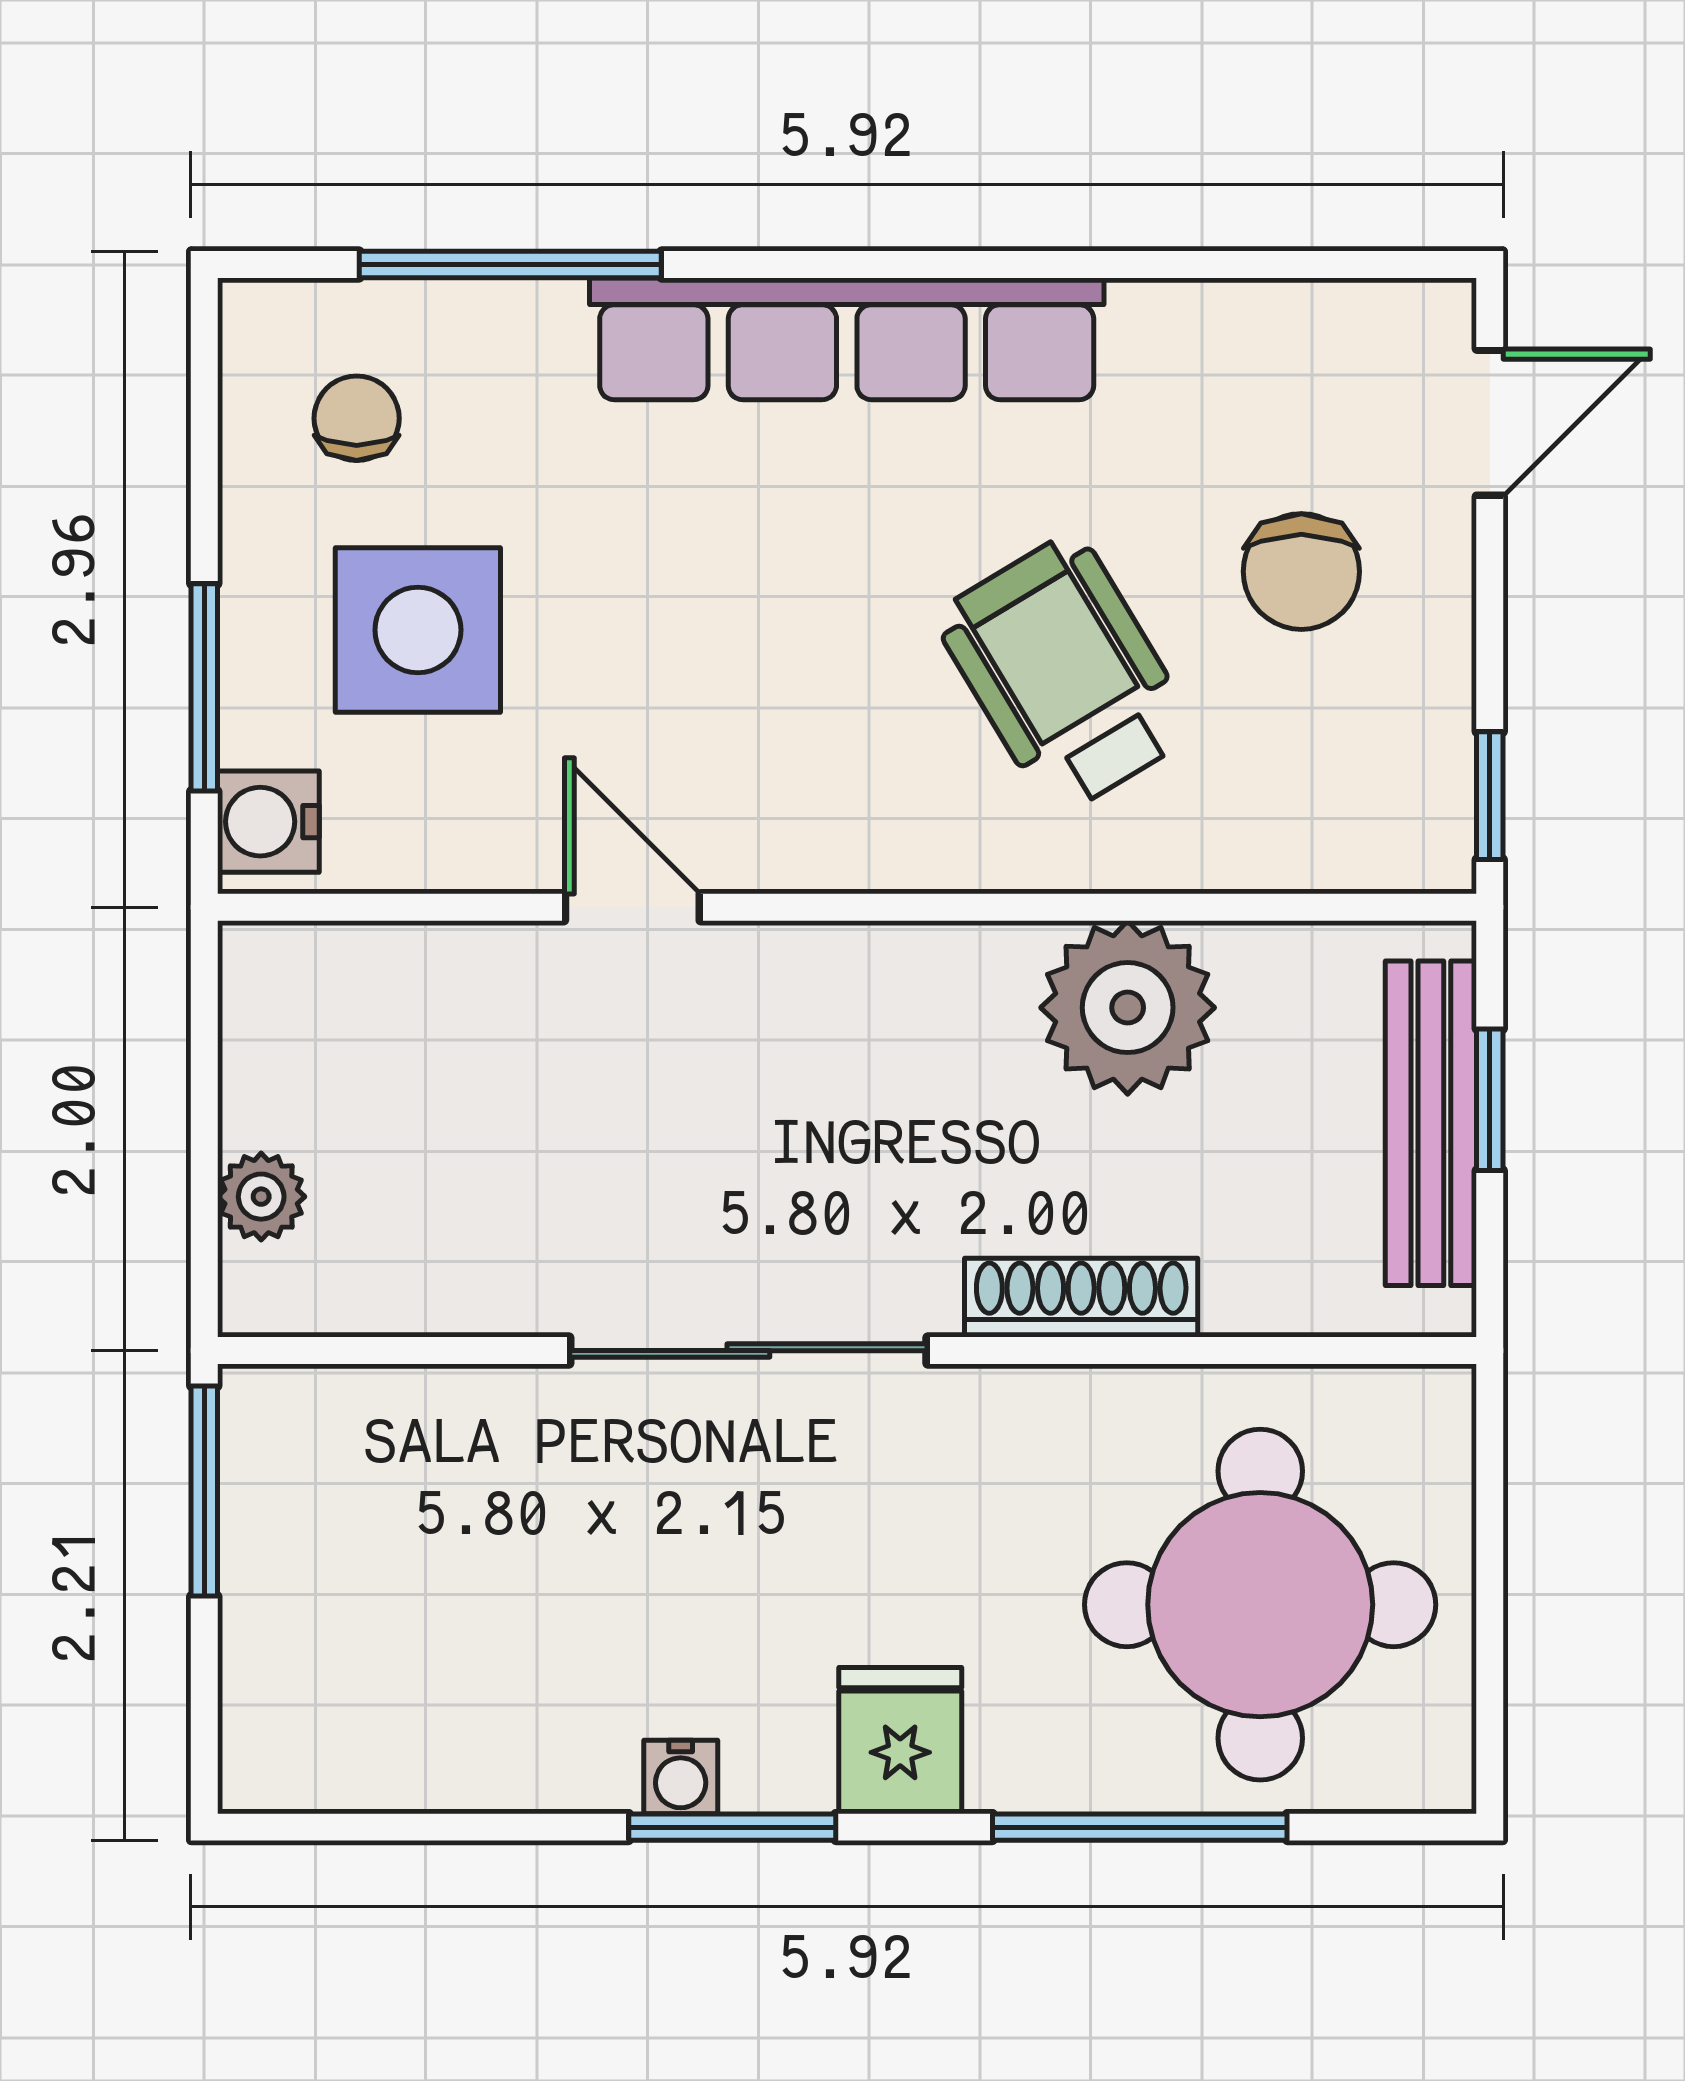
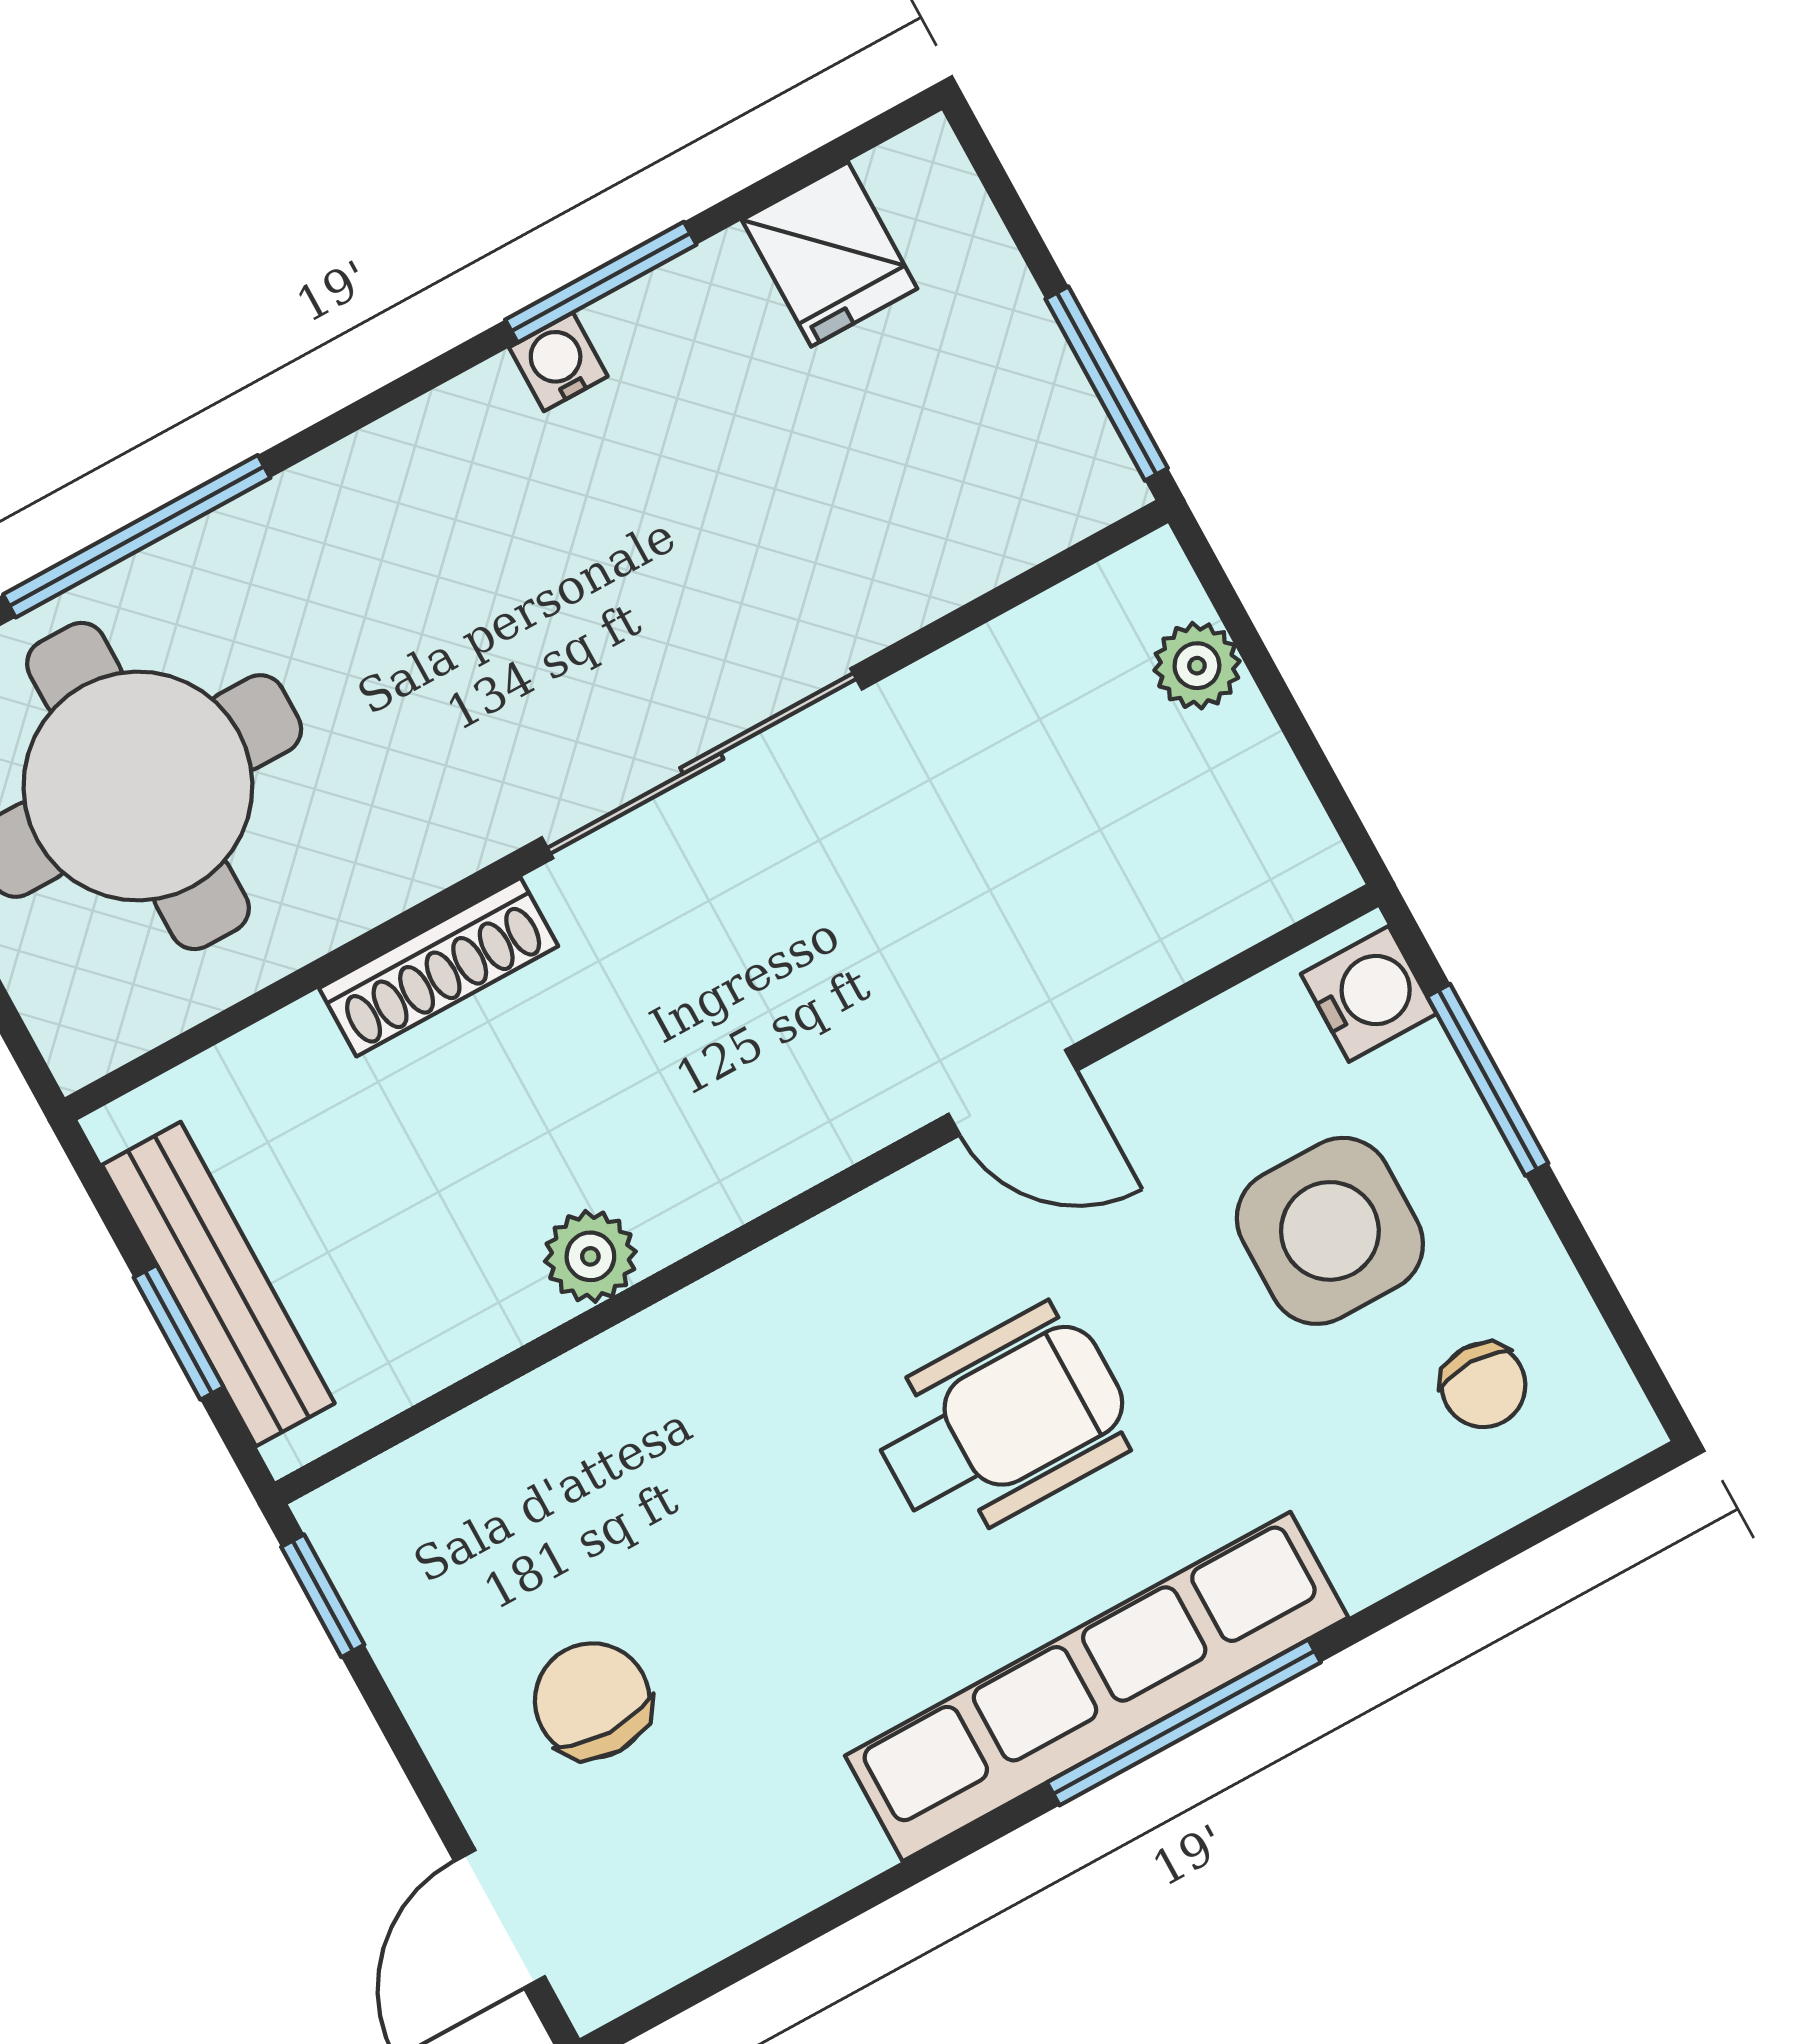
window: (510, 265) -> (1184, 1722), moved
wheelchair: (1065, 674) -> (1002, 1423), moved, turned -59
plant: (1128, 1008) -> (590, 1256), width x0.53, depth x0.53
fridge: (900, 1741) -> (830, 254), moved
window: (732, 1827) -> (601, 282), moved

